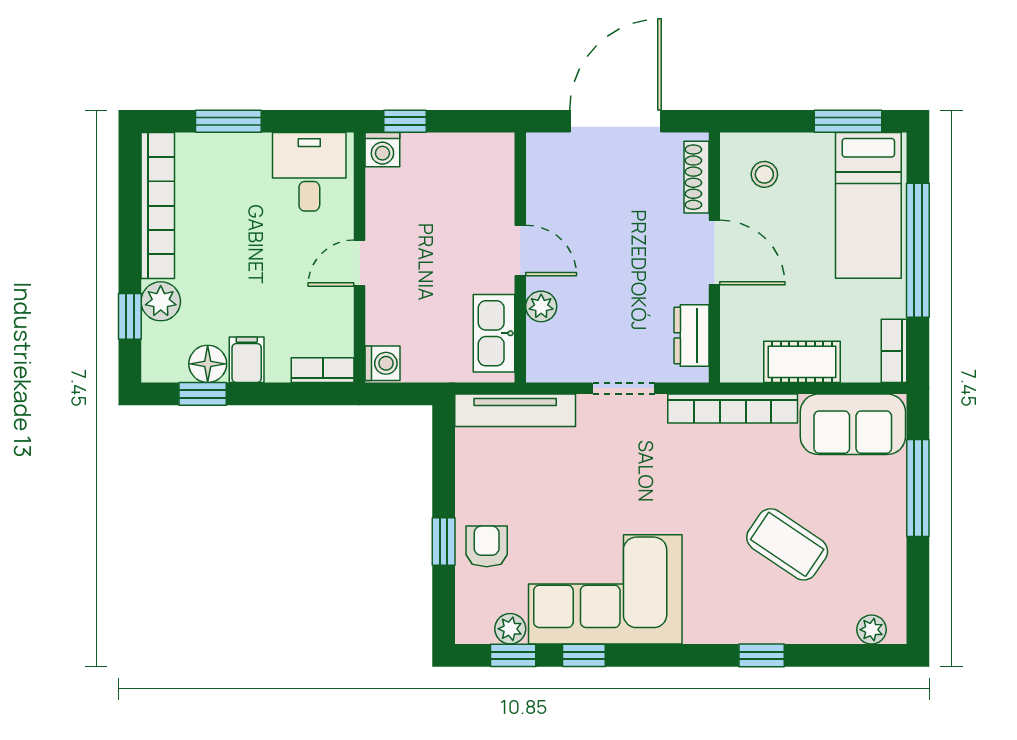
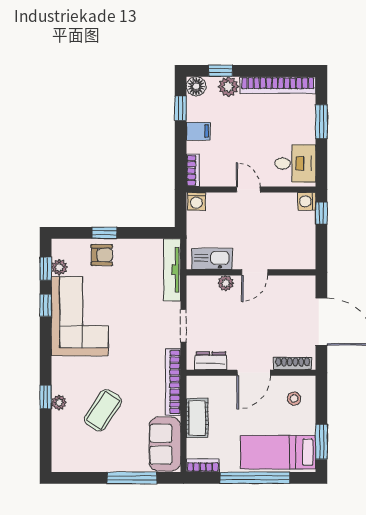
floor lamp: (208, 364) -> (196, 86), moved
plant: (871, 630) -> (59, 402), moved

